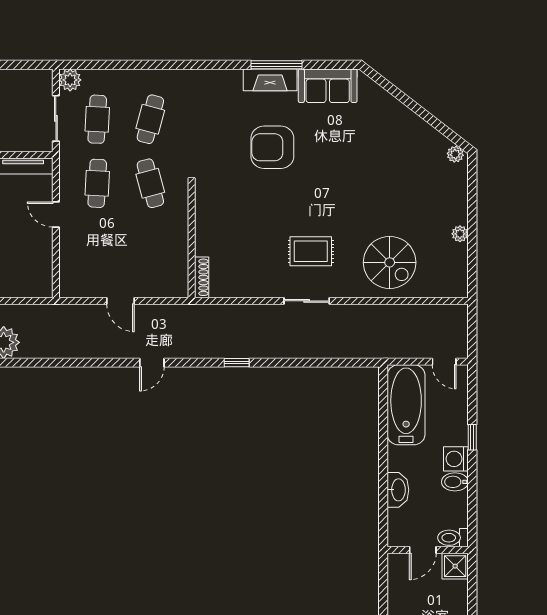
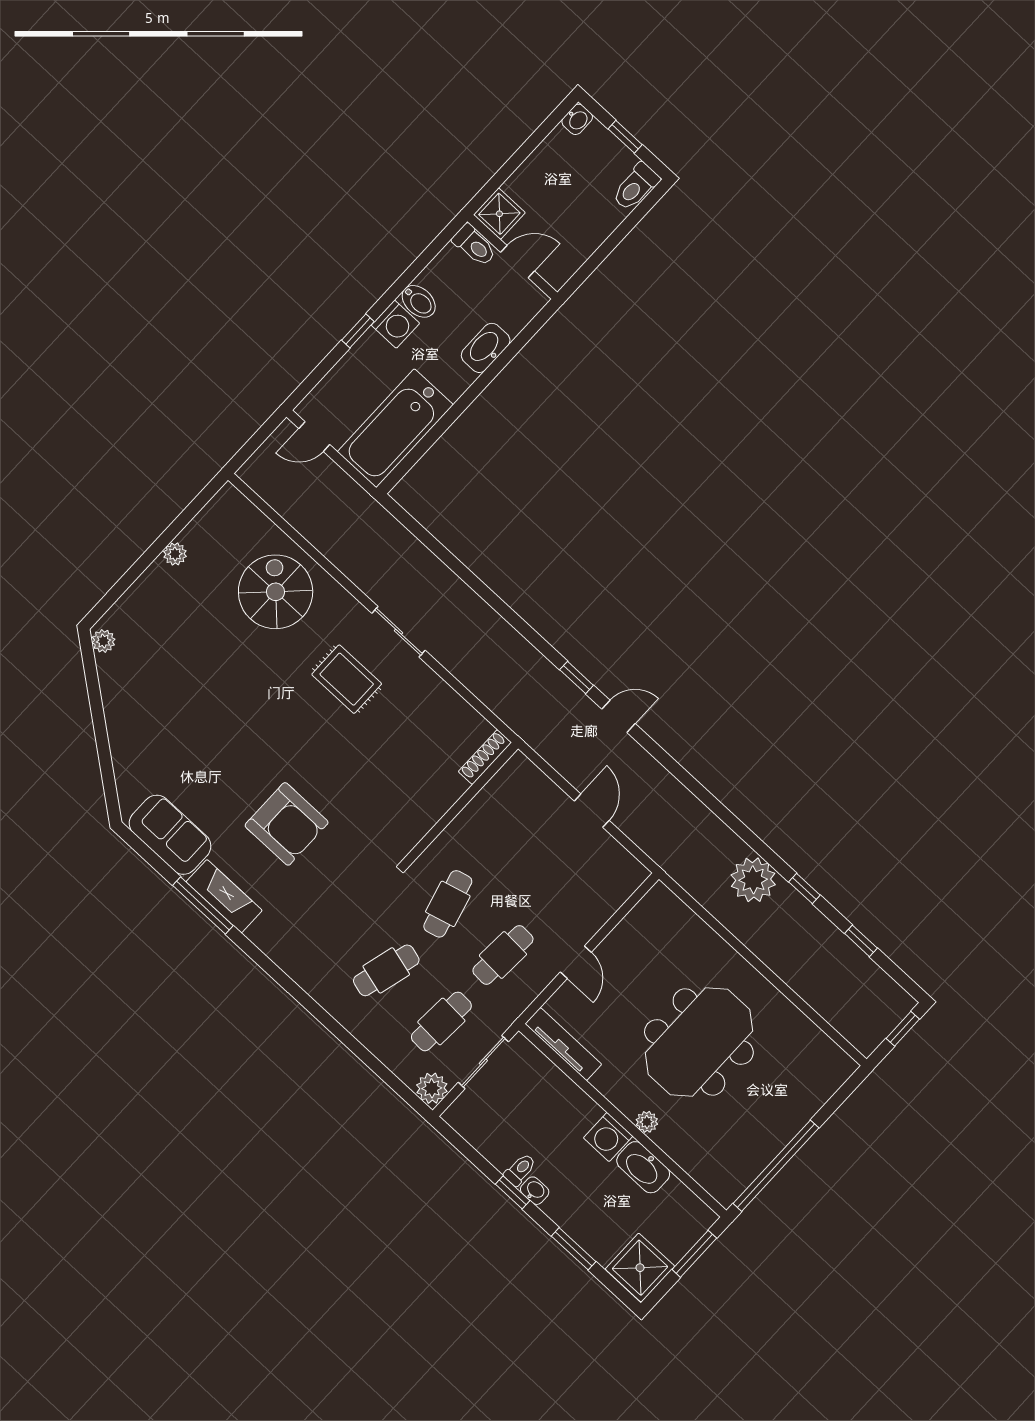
door: (444, 362) -> (314, 437), swing flipped
window: (237, 363) -> (577, 678), moved

